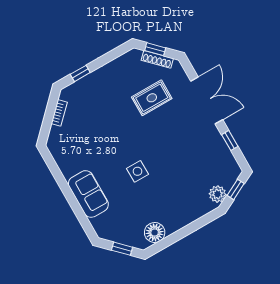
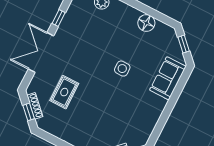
rug: (152, 98) -> (64, 92), turned 90
sofa: (88, 194) -> (168, 78), moved
floor lamp: (155, 232) -> (146, 23), moved

